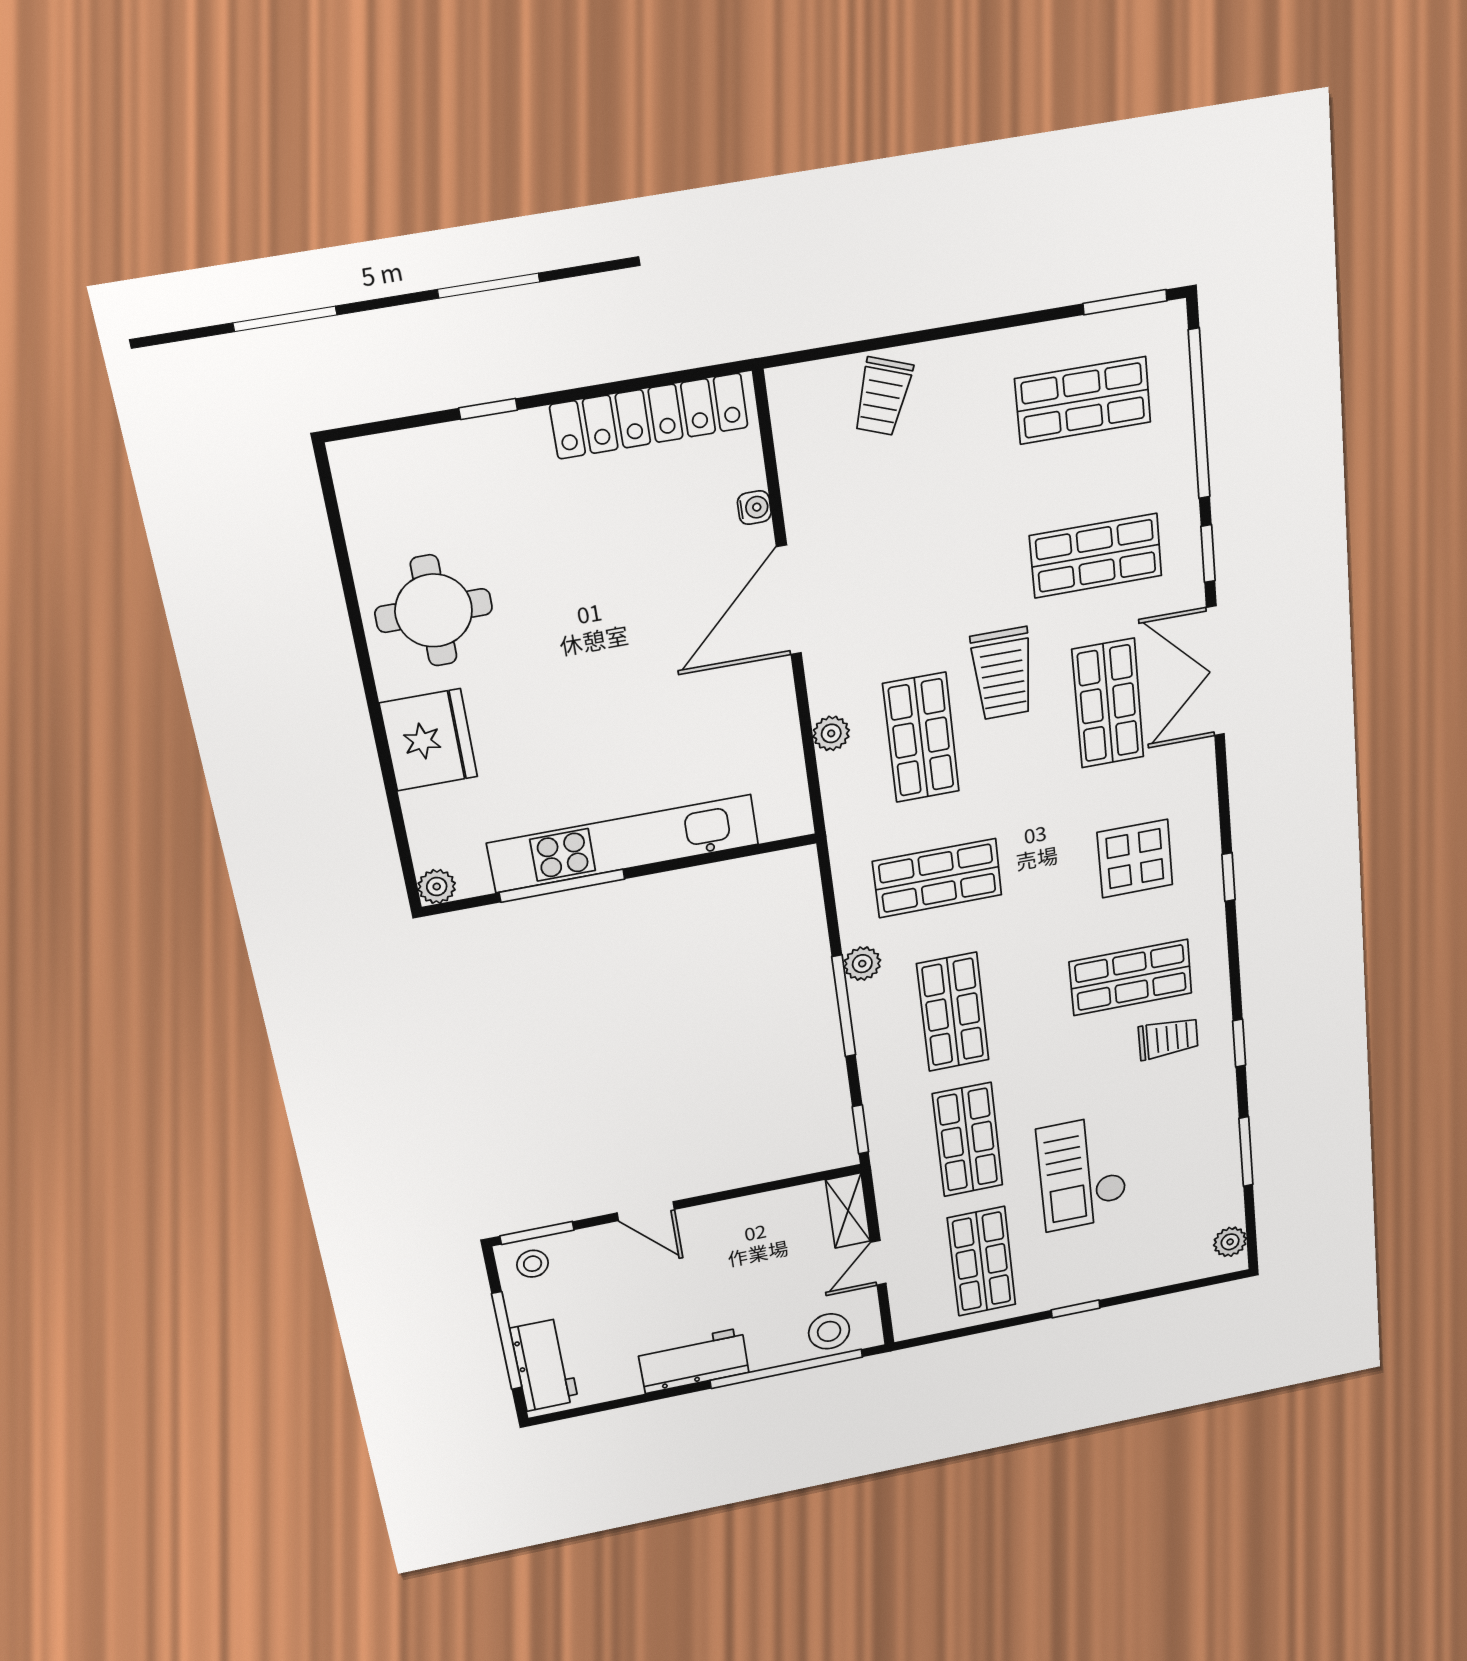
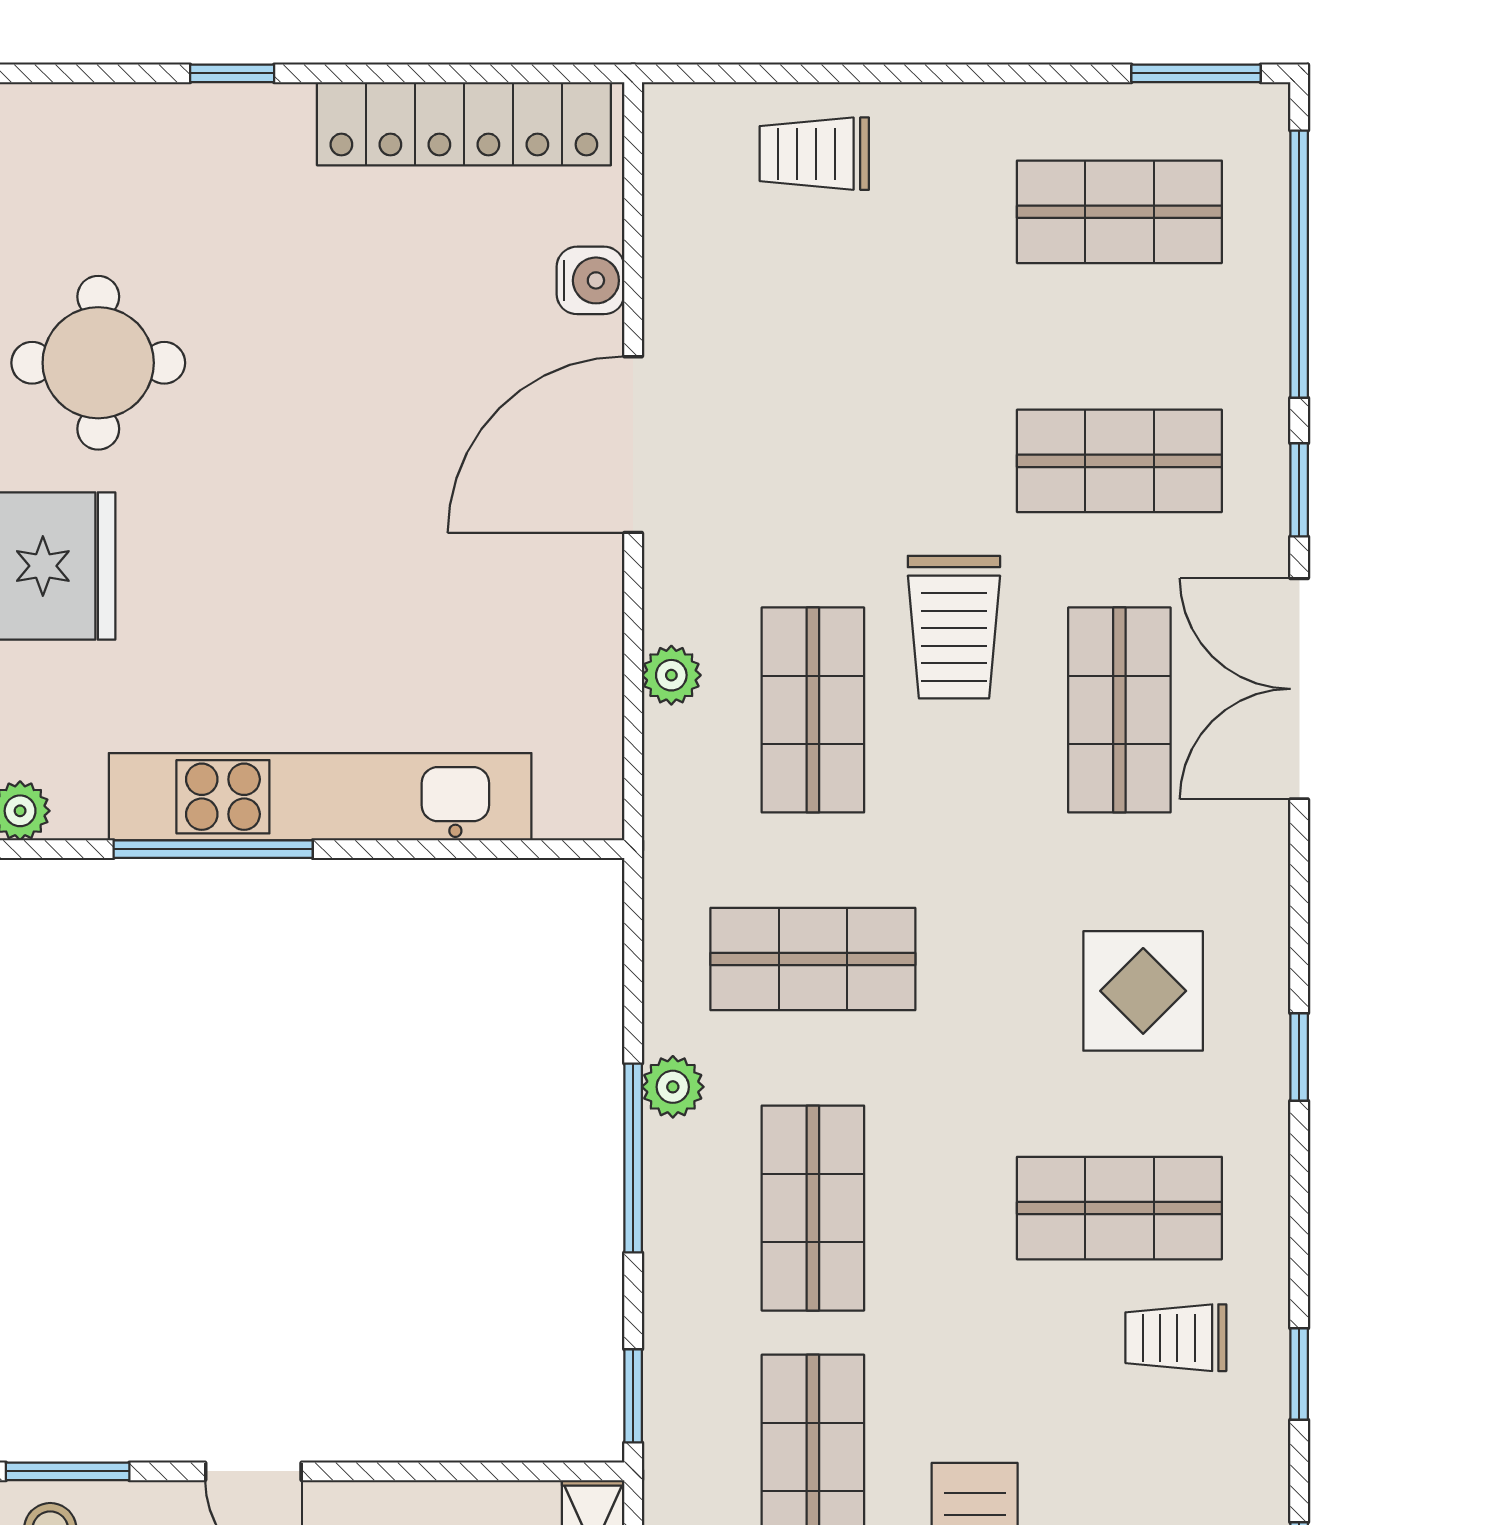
trolley: (883, 396) -> (814, 154), turned 70
water cooler: (754, 508) -> (591, 280), width x1.38, depth x1.38
trolley: (1168, 1038) -> (1176, 1338), turned 180

